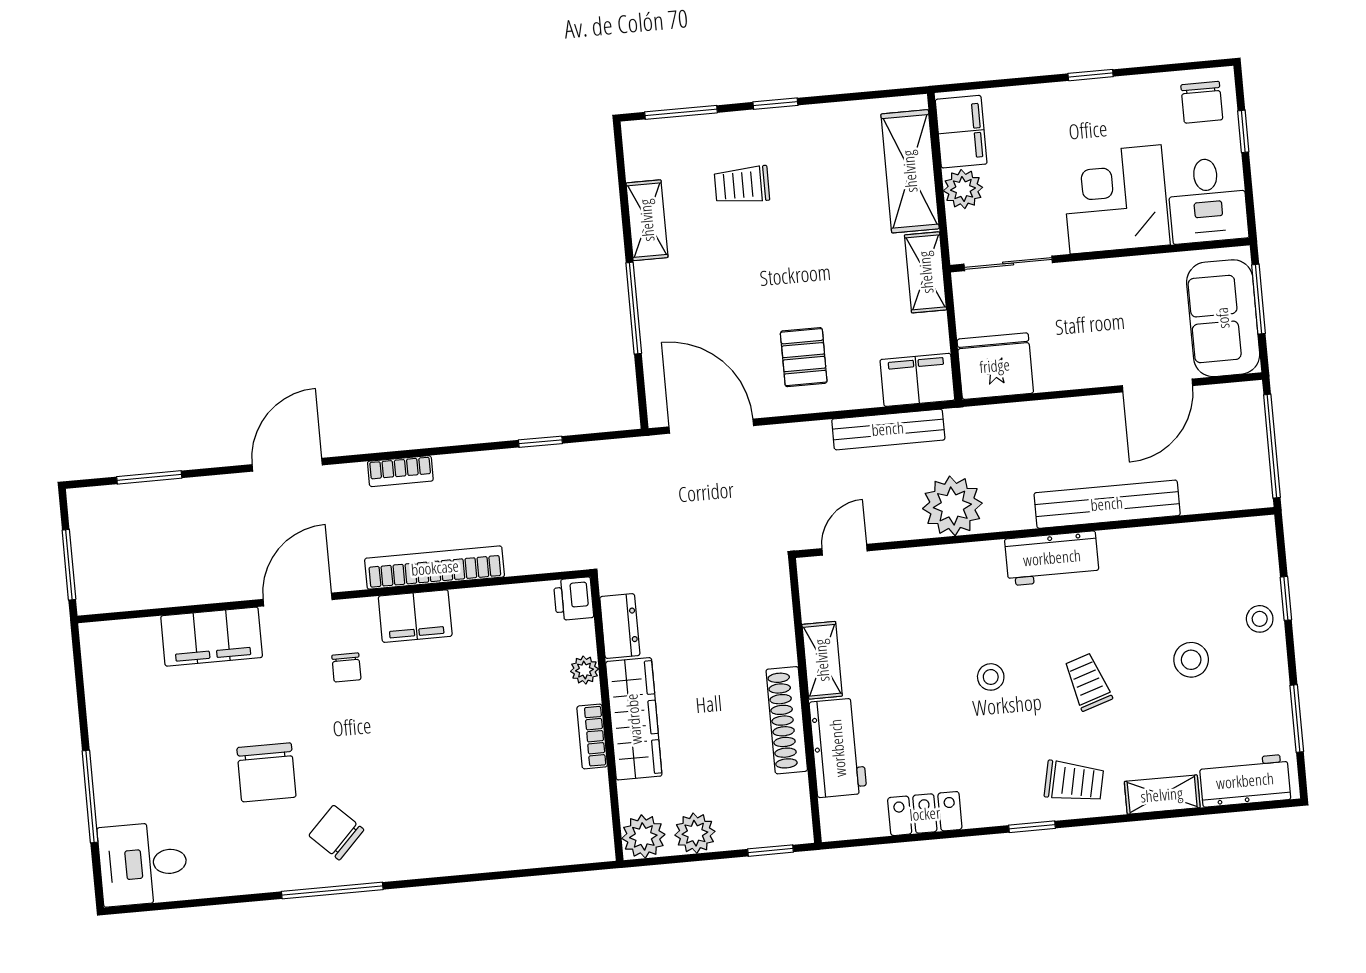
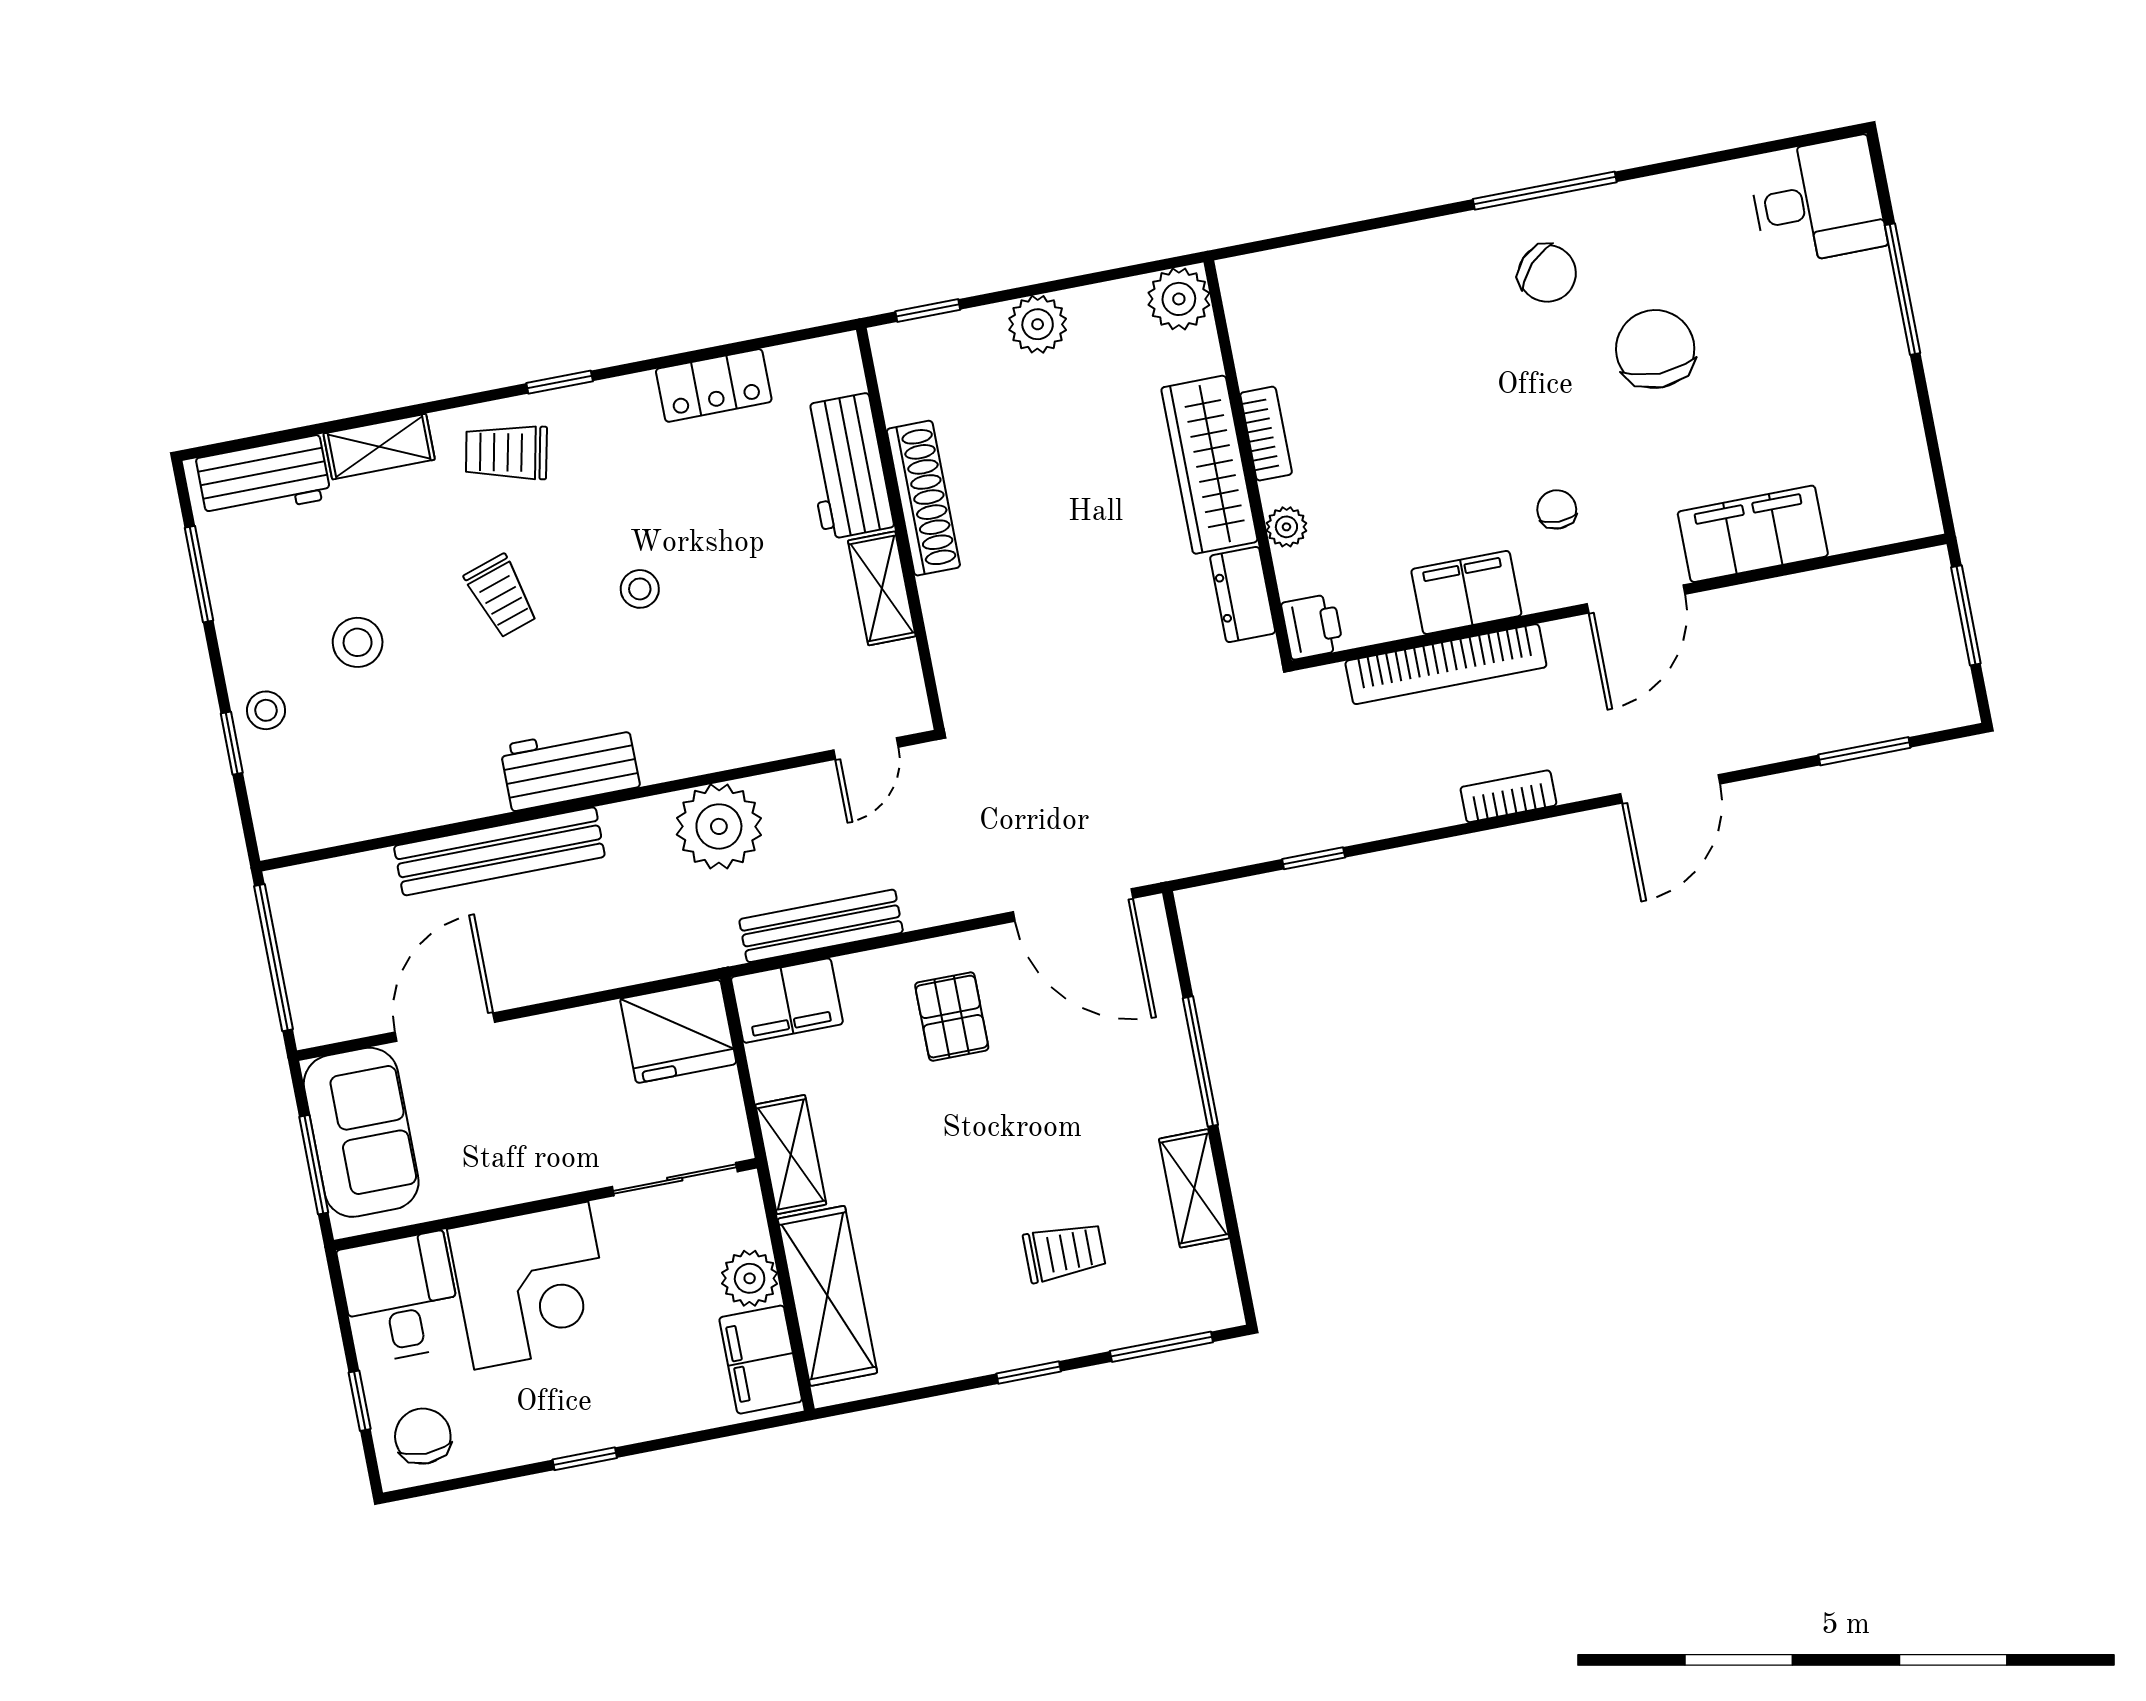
printer: (574, 599) -> (1312, 627), moved
dresser: (620, 626) -> (1243, 594), moved
plant: (585, 670) -> (1286, 527), moved
wall: (607, 718) -> (1248, 461), moved
wardrobe: (634, 719) -> (1209, 465), moved
bookcase: (592, 736) -> (1266, 434), moved
plant: (643, 836) -> (1179, 299), moved

